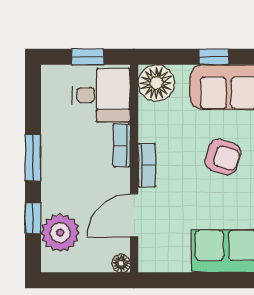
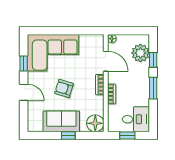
desk: (101, 95) -> (136, 119), moved, turned 180
door: (134, 215) -> (106, 61), hinge flipped

